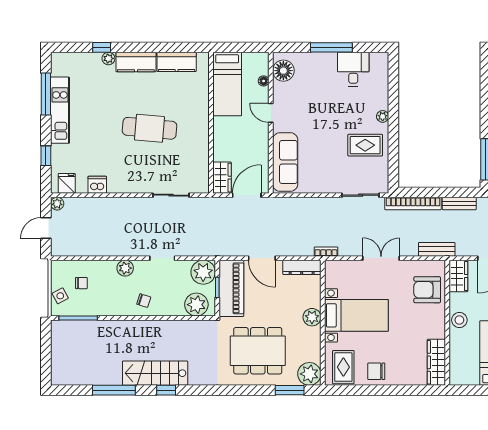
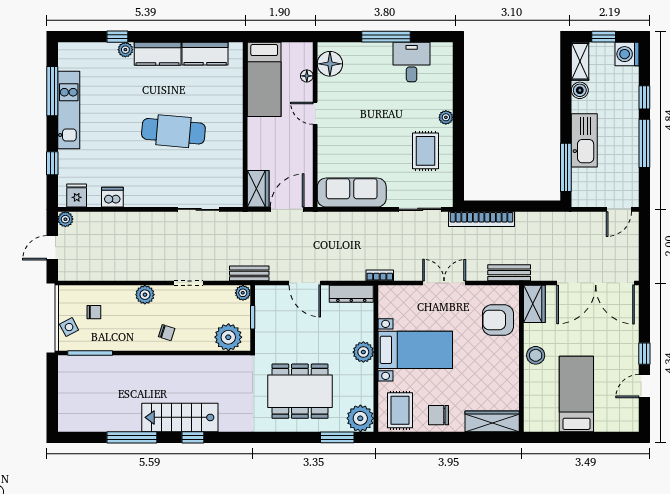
rug: (365, 145) -> (425, 151), turned 90
sofa: (285, 162) -> (352, 193), moved, turned -90
bench: (459, 203) -> (249, 273), moved
plant: (203, 272) -> (243, 293), width x0.53, depth x0.53
piano: (231, 288) -> (269, 318), removed
wardrobe: (436, 362) -> (492, 421), moved, turned 90

